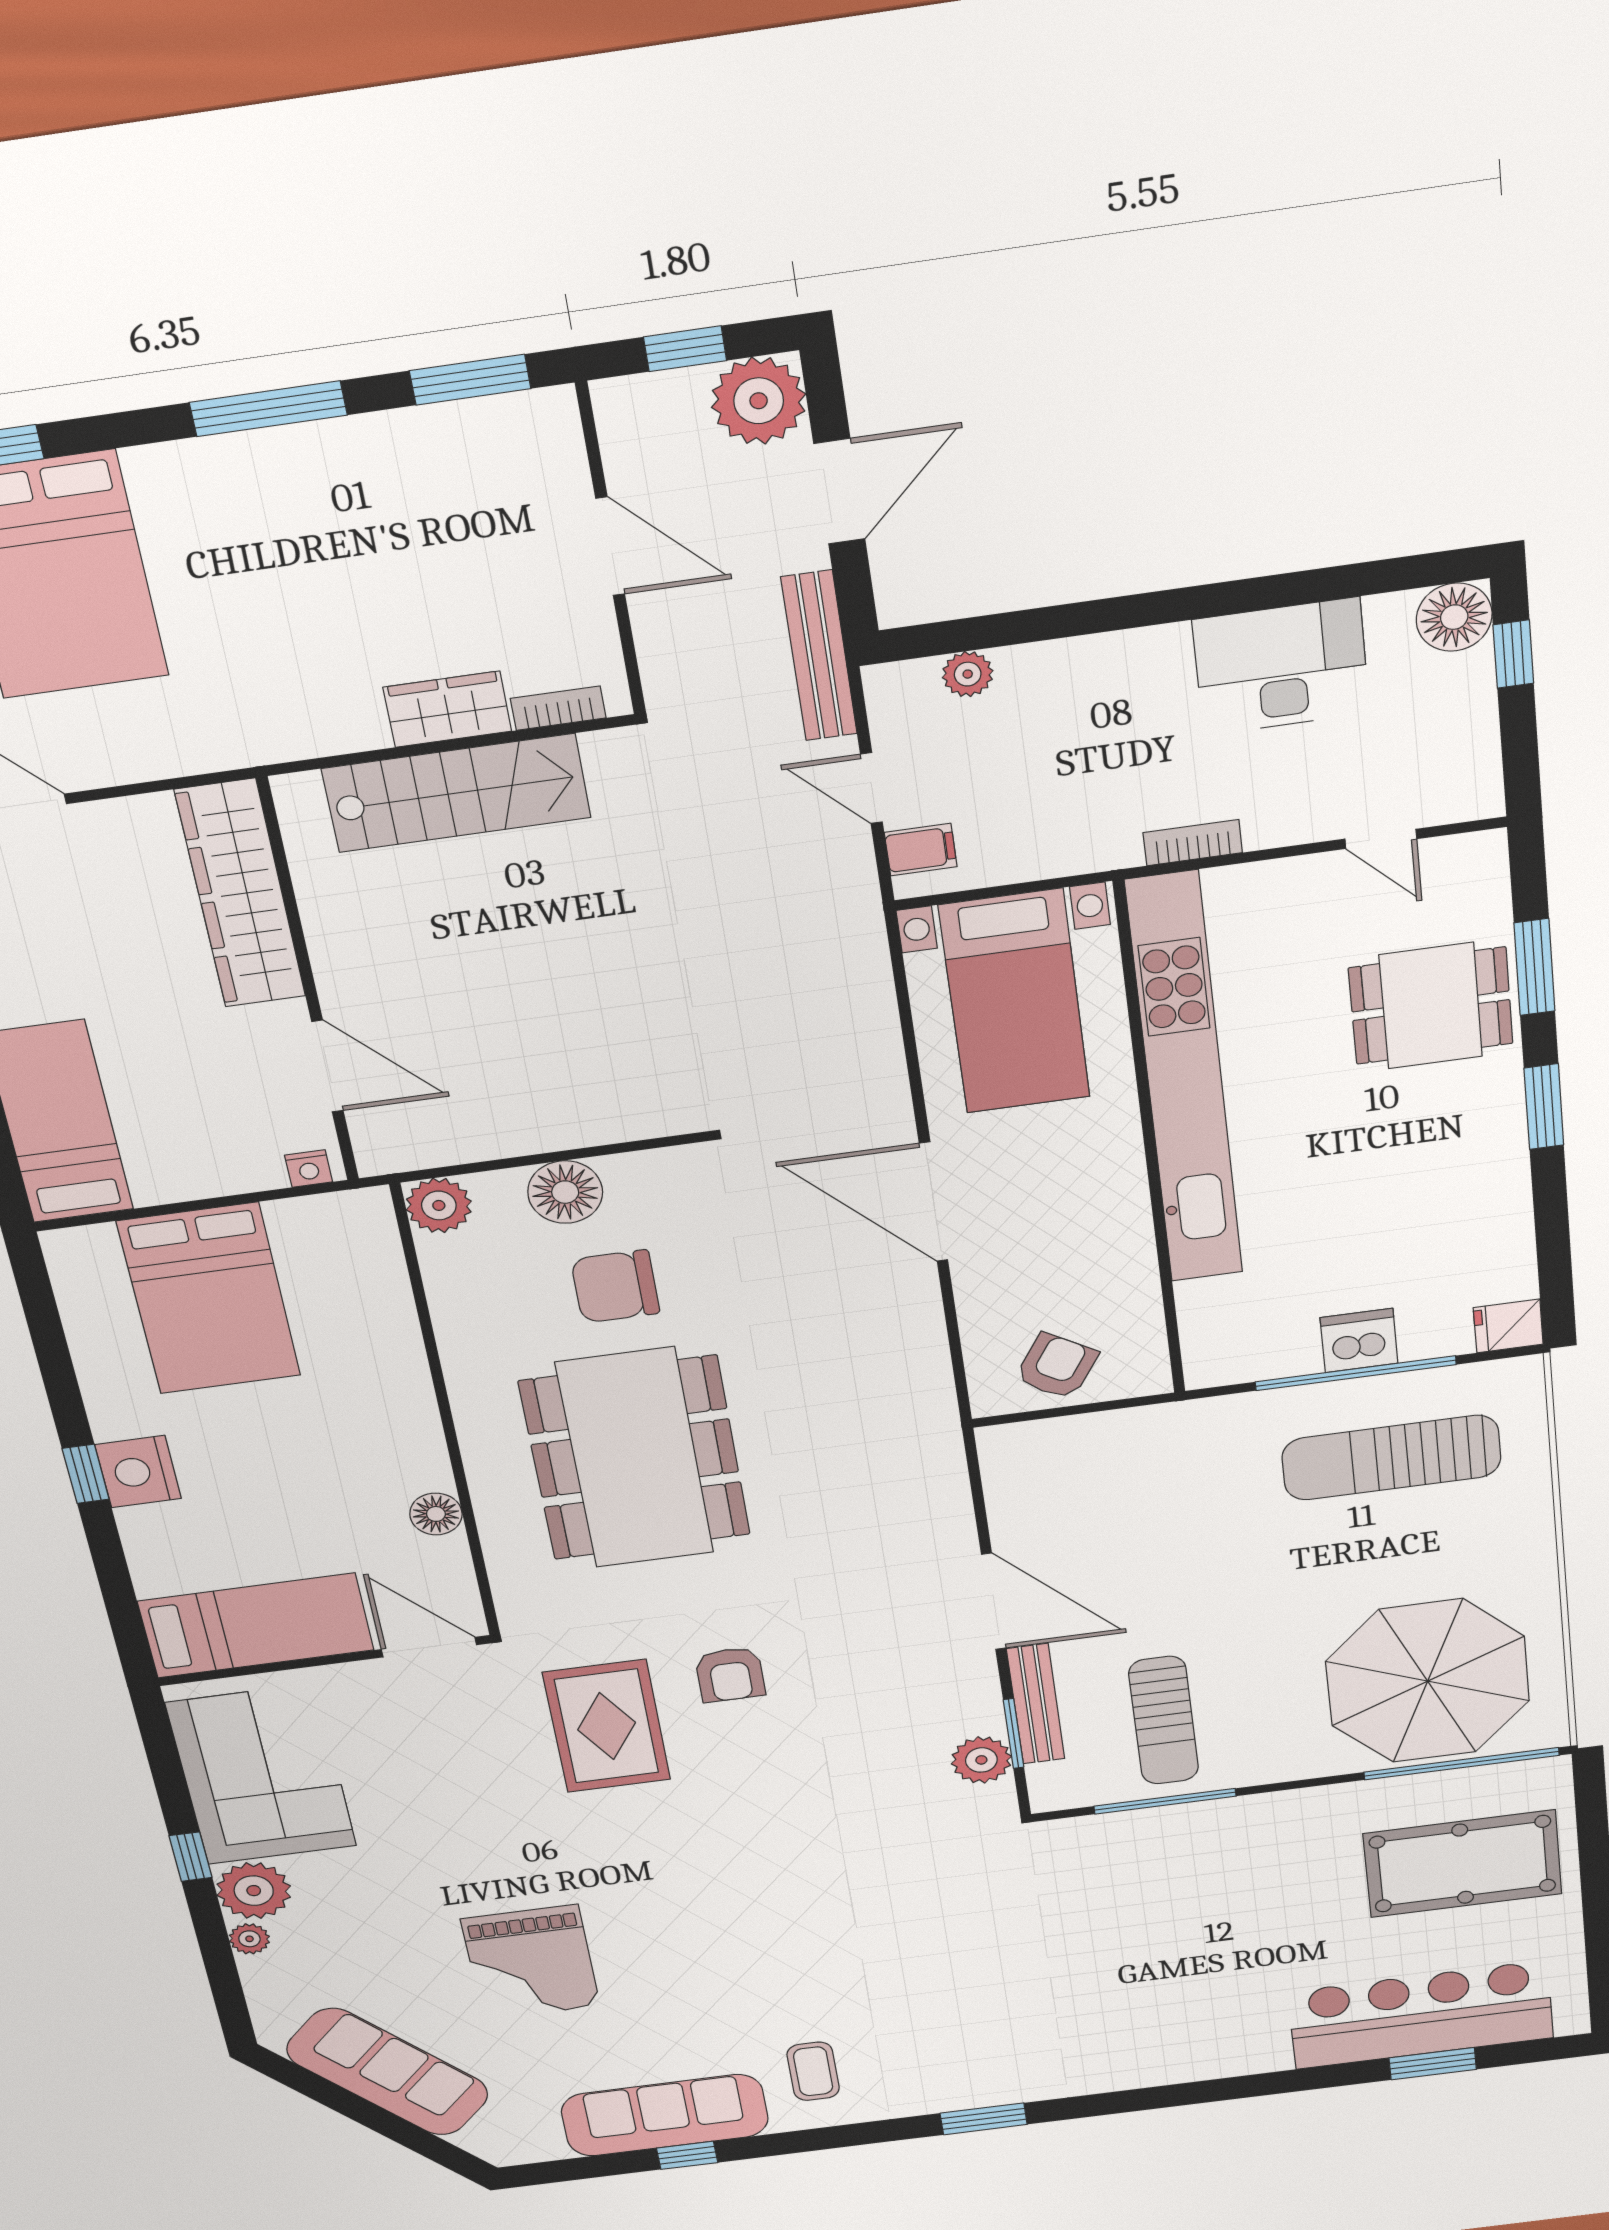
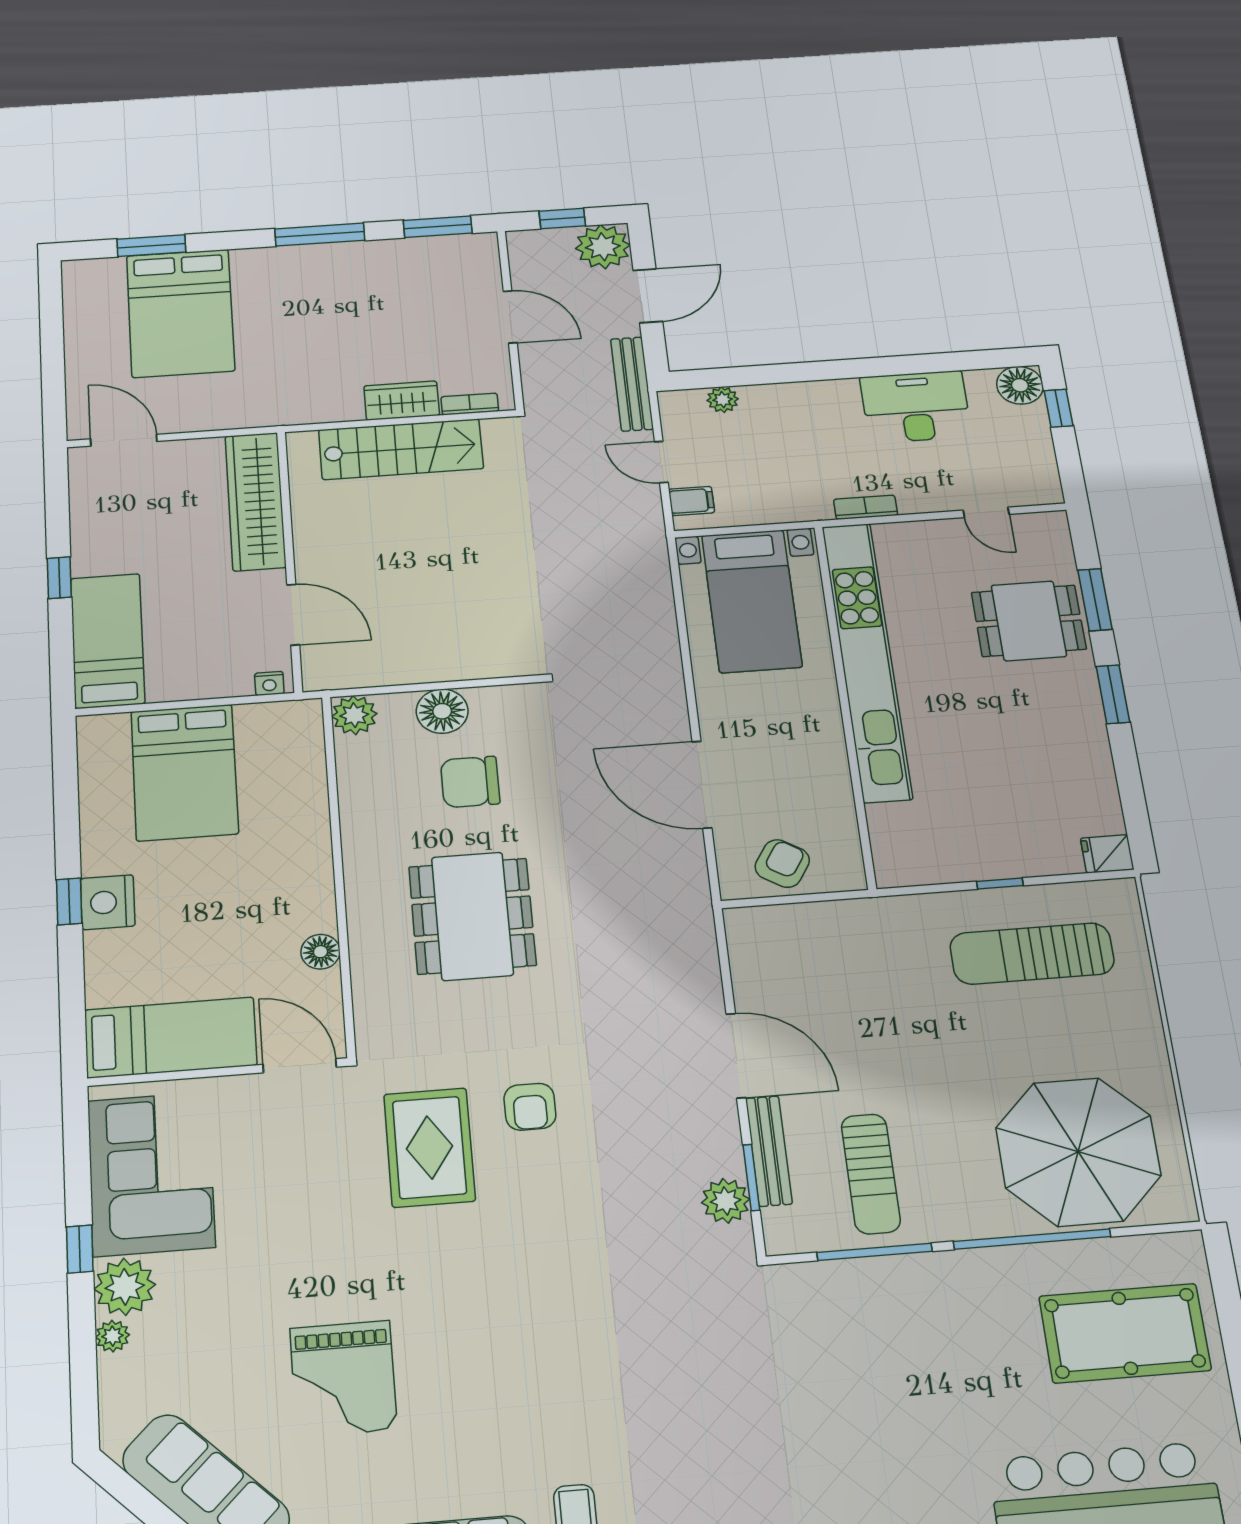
door: (934, 1202) -> (702, 785), moved
dishwasher: (1359, 1340) -> (1000, 858), removed
window: (1356, 1373) -> (1000, 884), width x0.32
dining table: (635, 1458) -> (472, 916), width x0.73, depth x0.80
window: (1461, 1764) -> (1032, 1239), moved

